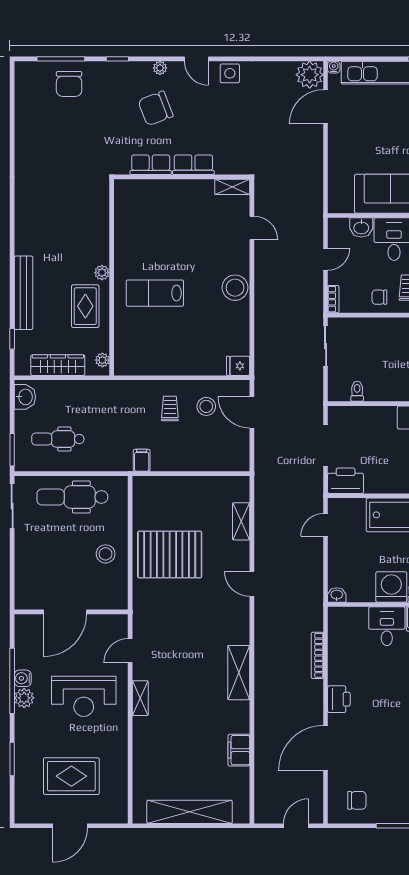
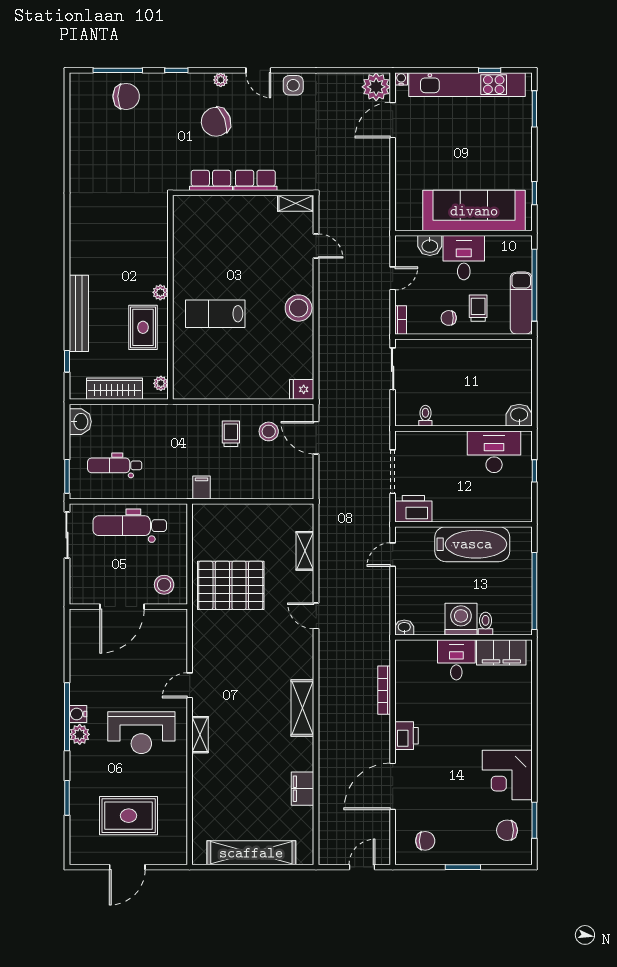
chair: (69, 84) -> (126, 96), turned -90
door: (65, 612) -> (122, 607), moved
wall: (71, 612) -> (128, 607), moved

